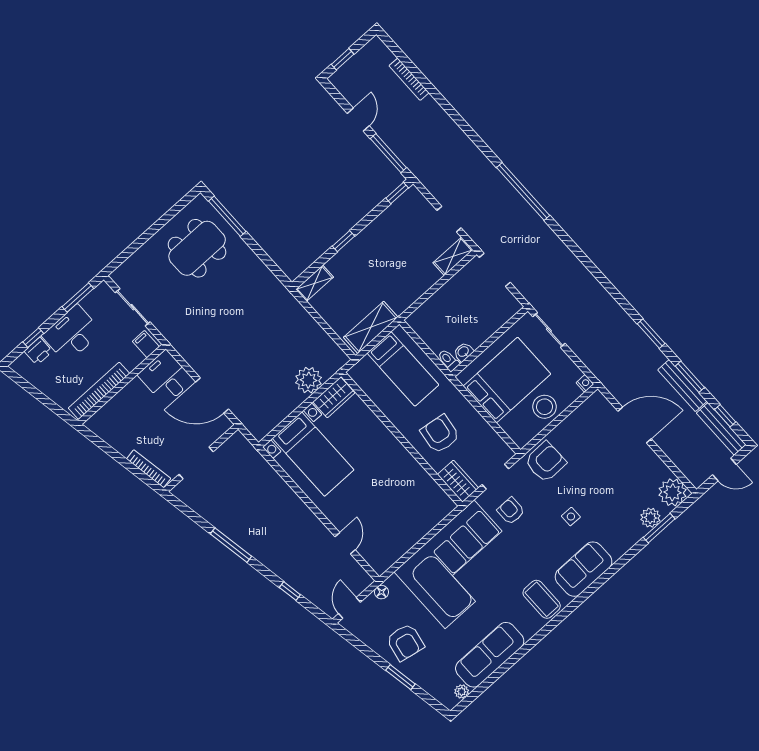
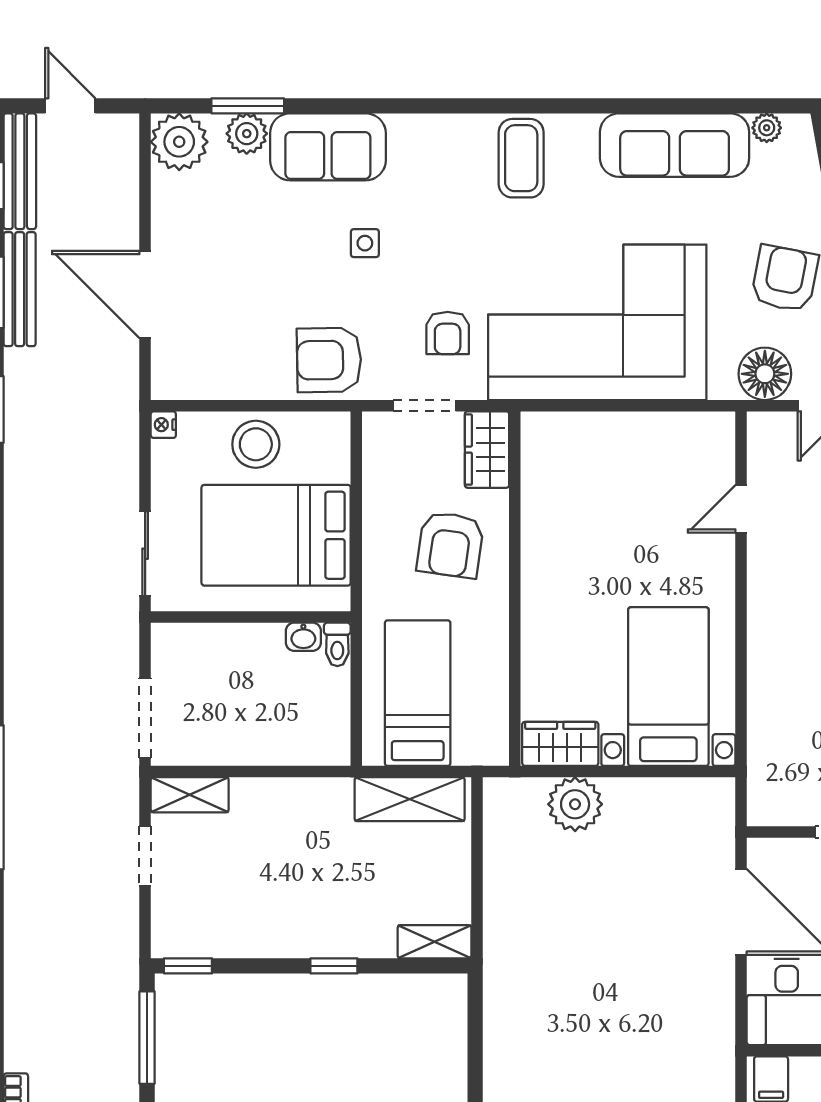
sofa: (584, 569) -> (328, 147), moved
floor lamp: (381, 592) -> (765, 374), width x1.89, depth x1.89

